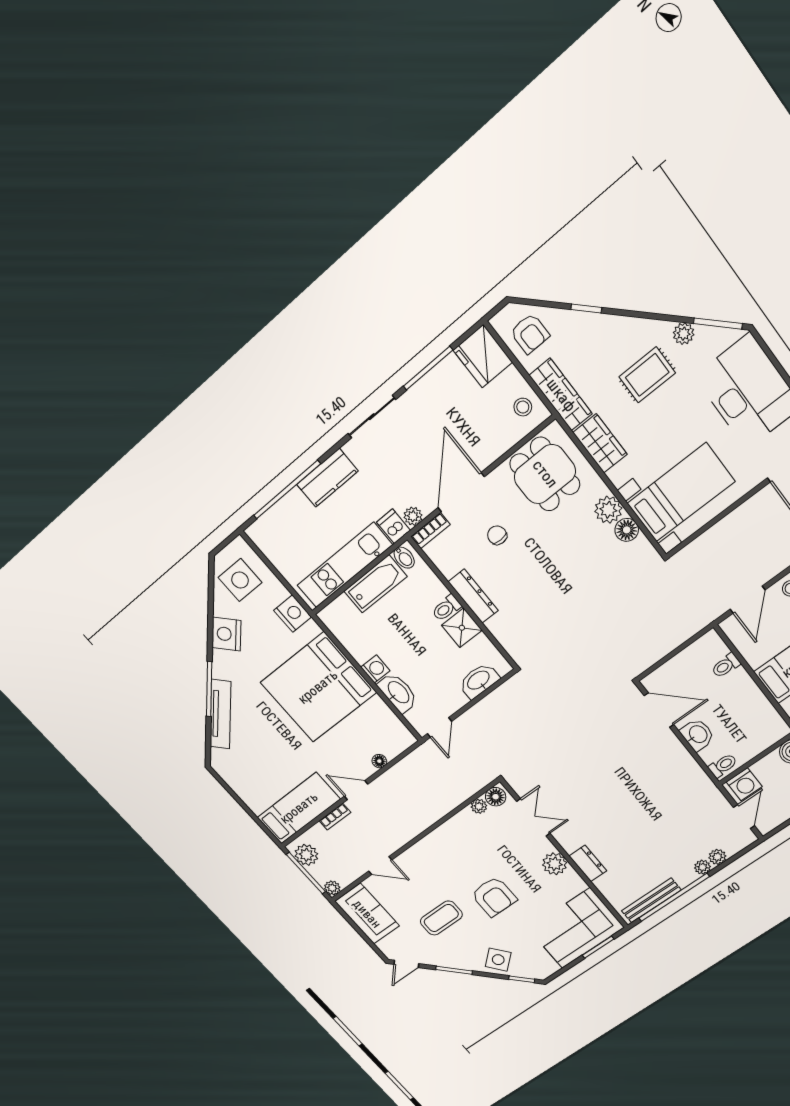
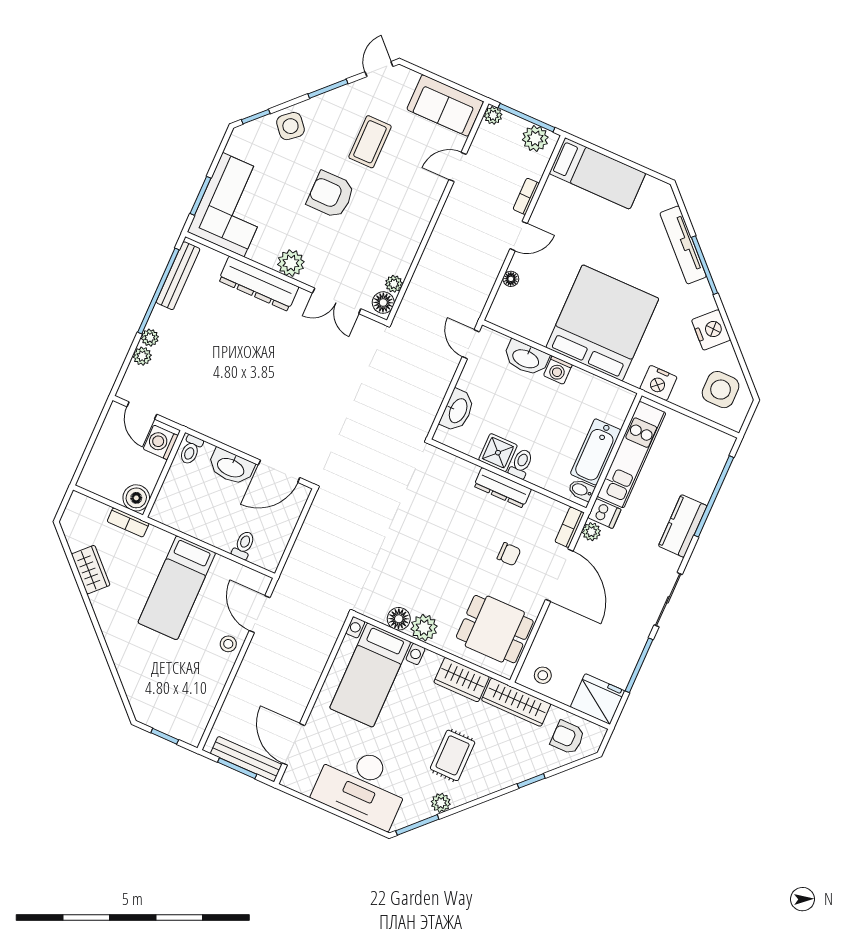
washbasin: (698, 735) -> (231, 467), width x1.38
bed: (299, 808) -> (597, 173), moved, turned -90
dresser: (588, 863) -> (259, 284), width x1.96, depth x1.24

